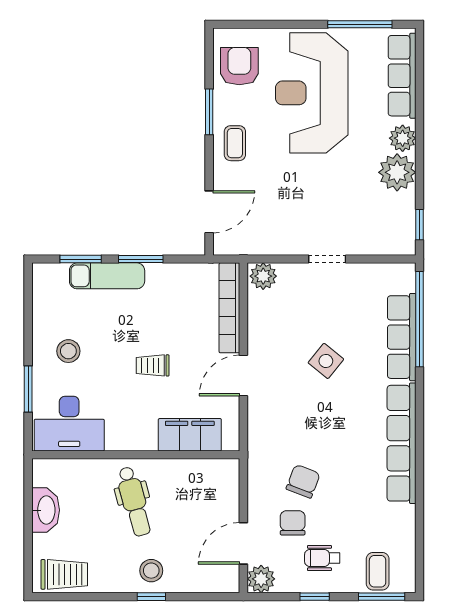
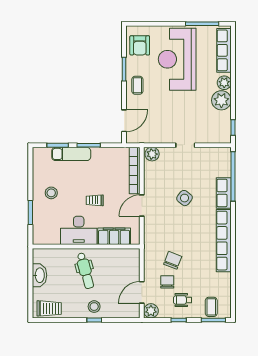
armchair: (239, 66) -> (140, 45), turned 180
row of seats: (402, 337) -> (224, 193), width x0.68
desk: (69, 424) -> (79, 230), moved

